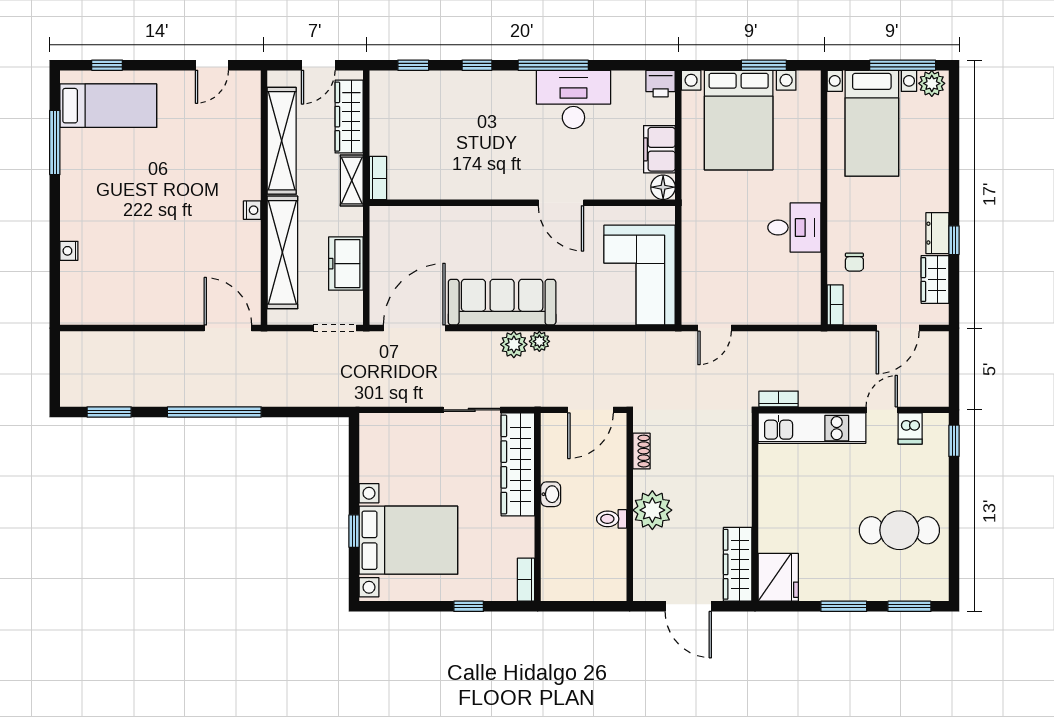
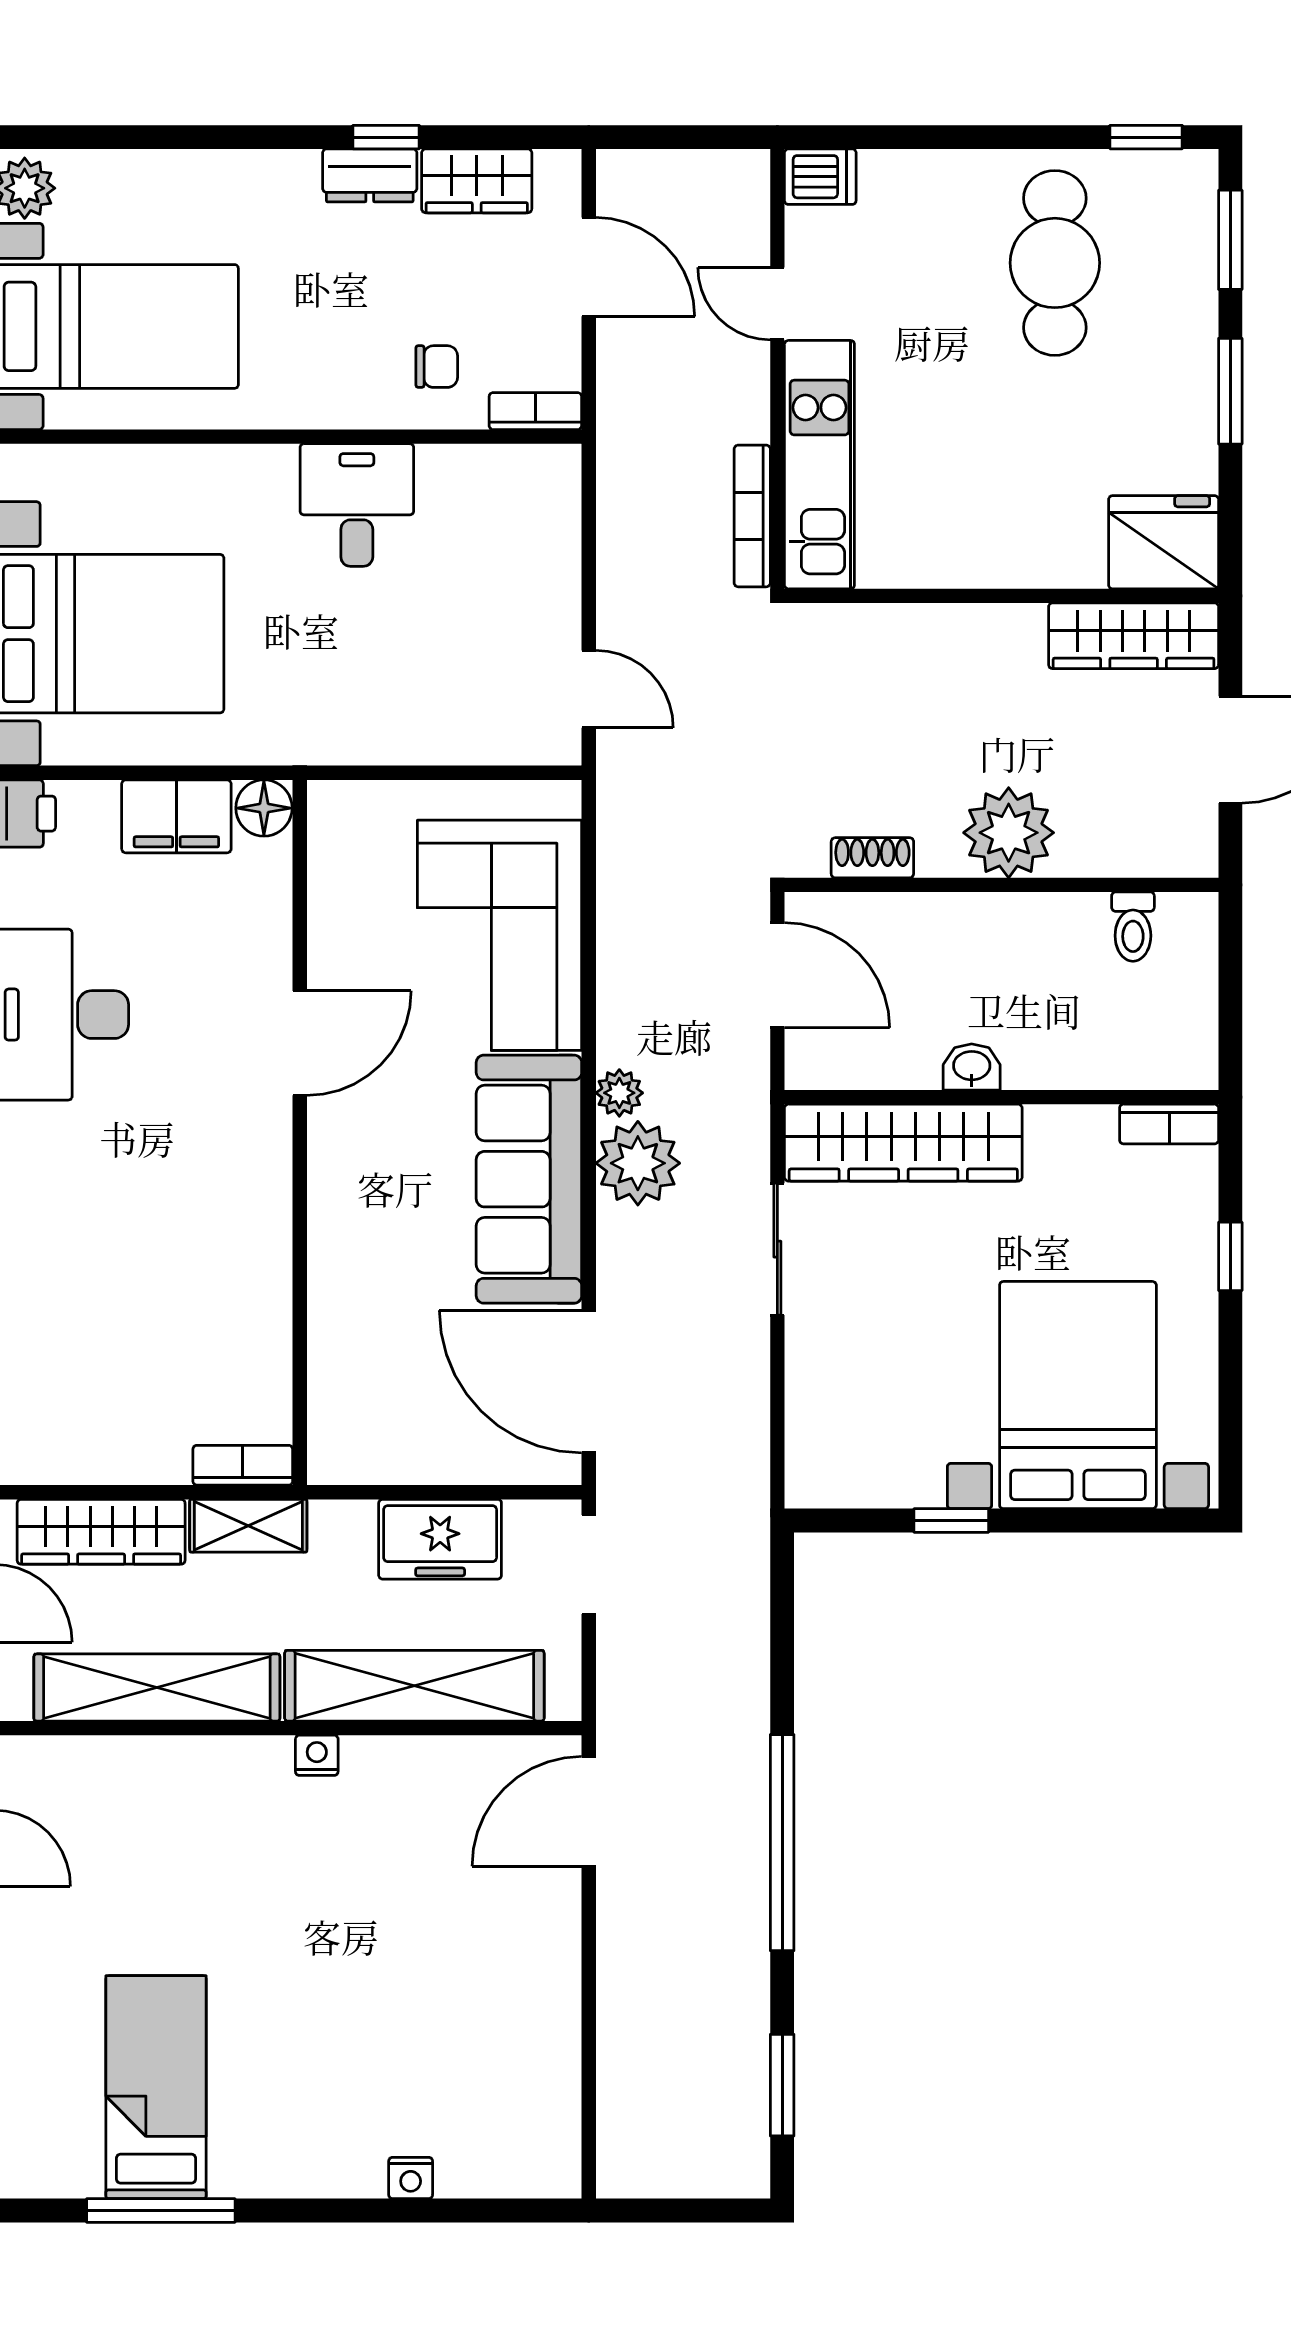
bed: (108, 106) -> (156, 2087), moved
corner sofa: (640, 275) -> (499, 935), moved, turned 90
plant: (514, 344) -> (638, 1163), width x1.36, depth x1.36
bookcase: (779, 399) -> (752, 516), width x1.56
dishwasher: (910, 428) -> (820, 177), moved
window: (954, 441) -> (1146, 137), moved
toilet: (612, 519) -> (1133, 927), moved
window: (354, 531) -> (951, 1521), moved

